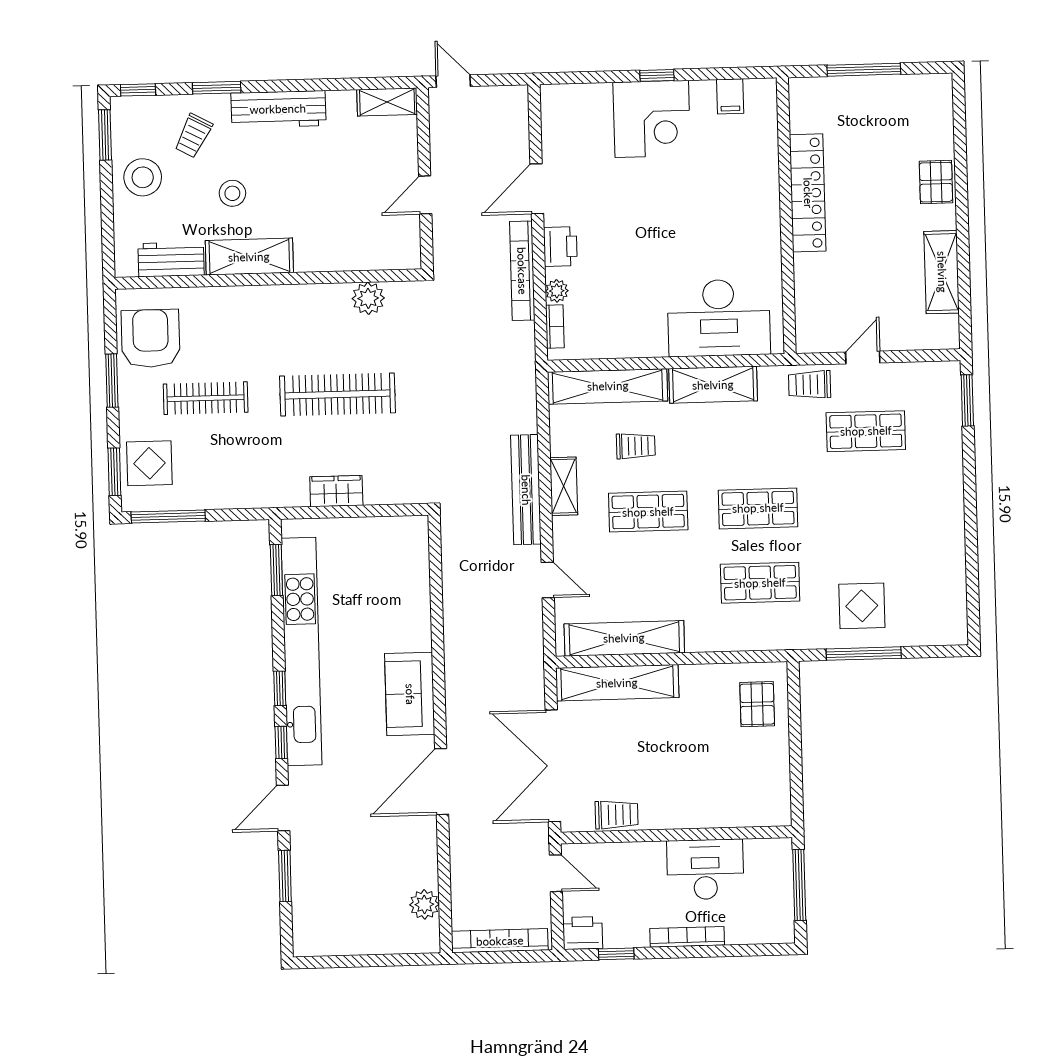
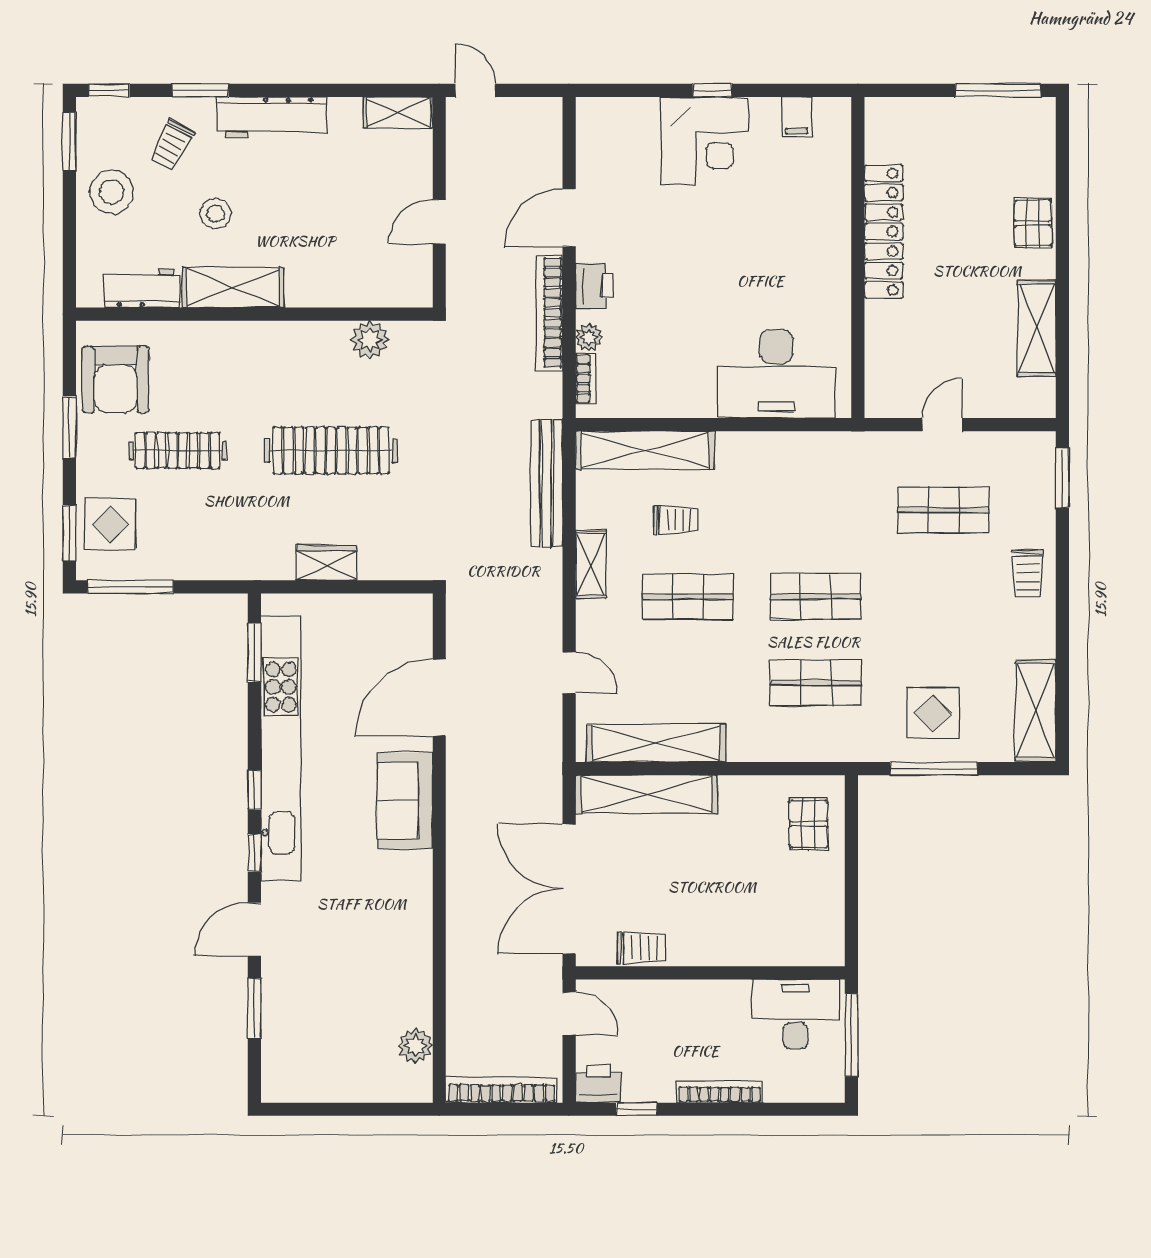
window: (864, 70) -> (998, 90), moved
armchair: (151, 338) -> (116, 379), turned 180
shelving: (713, 385) -> (1035, 711), moved, turned 90
trolley: (810, 385) -> (1028, 574), moved, turned -90
bench: (526, 490) -> (547, 483), moved
door: (442, 782) -> (439, 698), moved
desk: (705, 869) -> (795, 1014), moved

